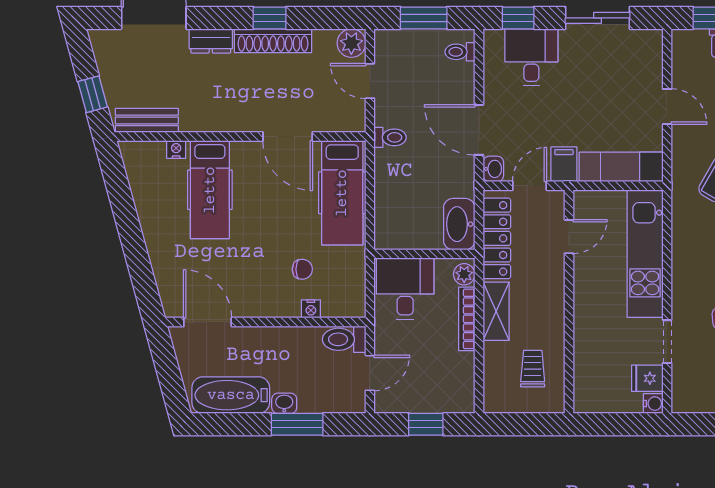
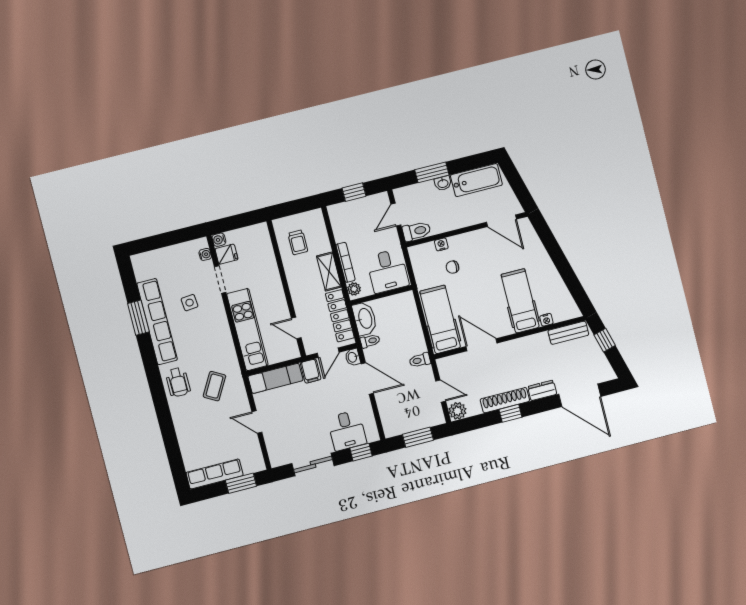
toilet: (460, 52) -> (370, 341), moved
door: (569, 237) -> (296, 328), hinge flipped
water cooler: (680, 386) -> (205, 254), added

